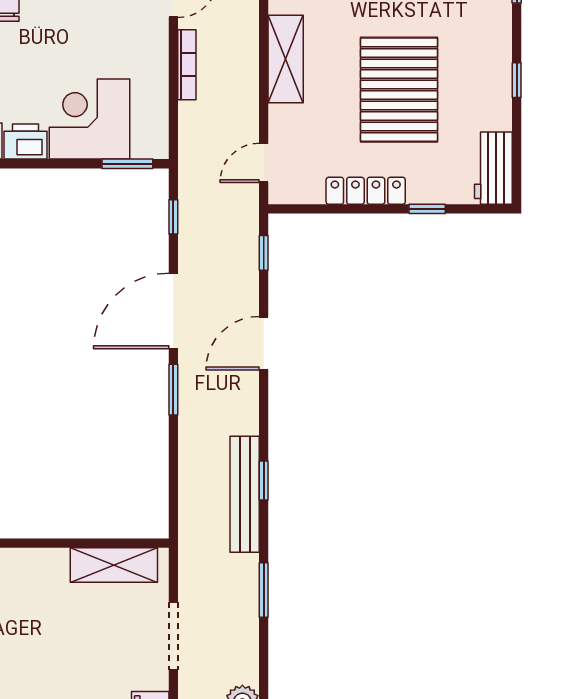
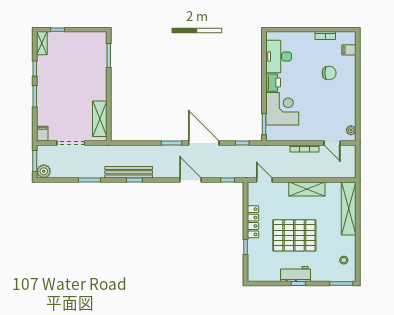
workbench: (493, 168) -> (296, 274), moved

